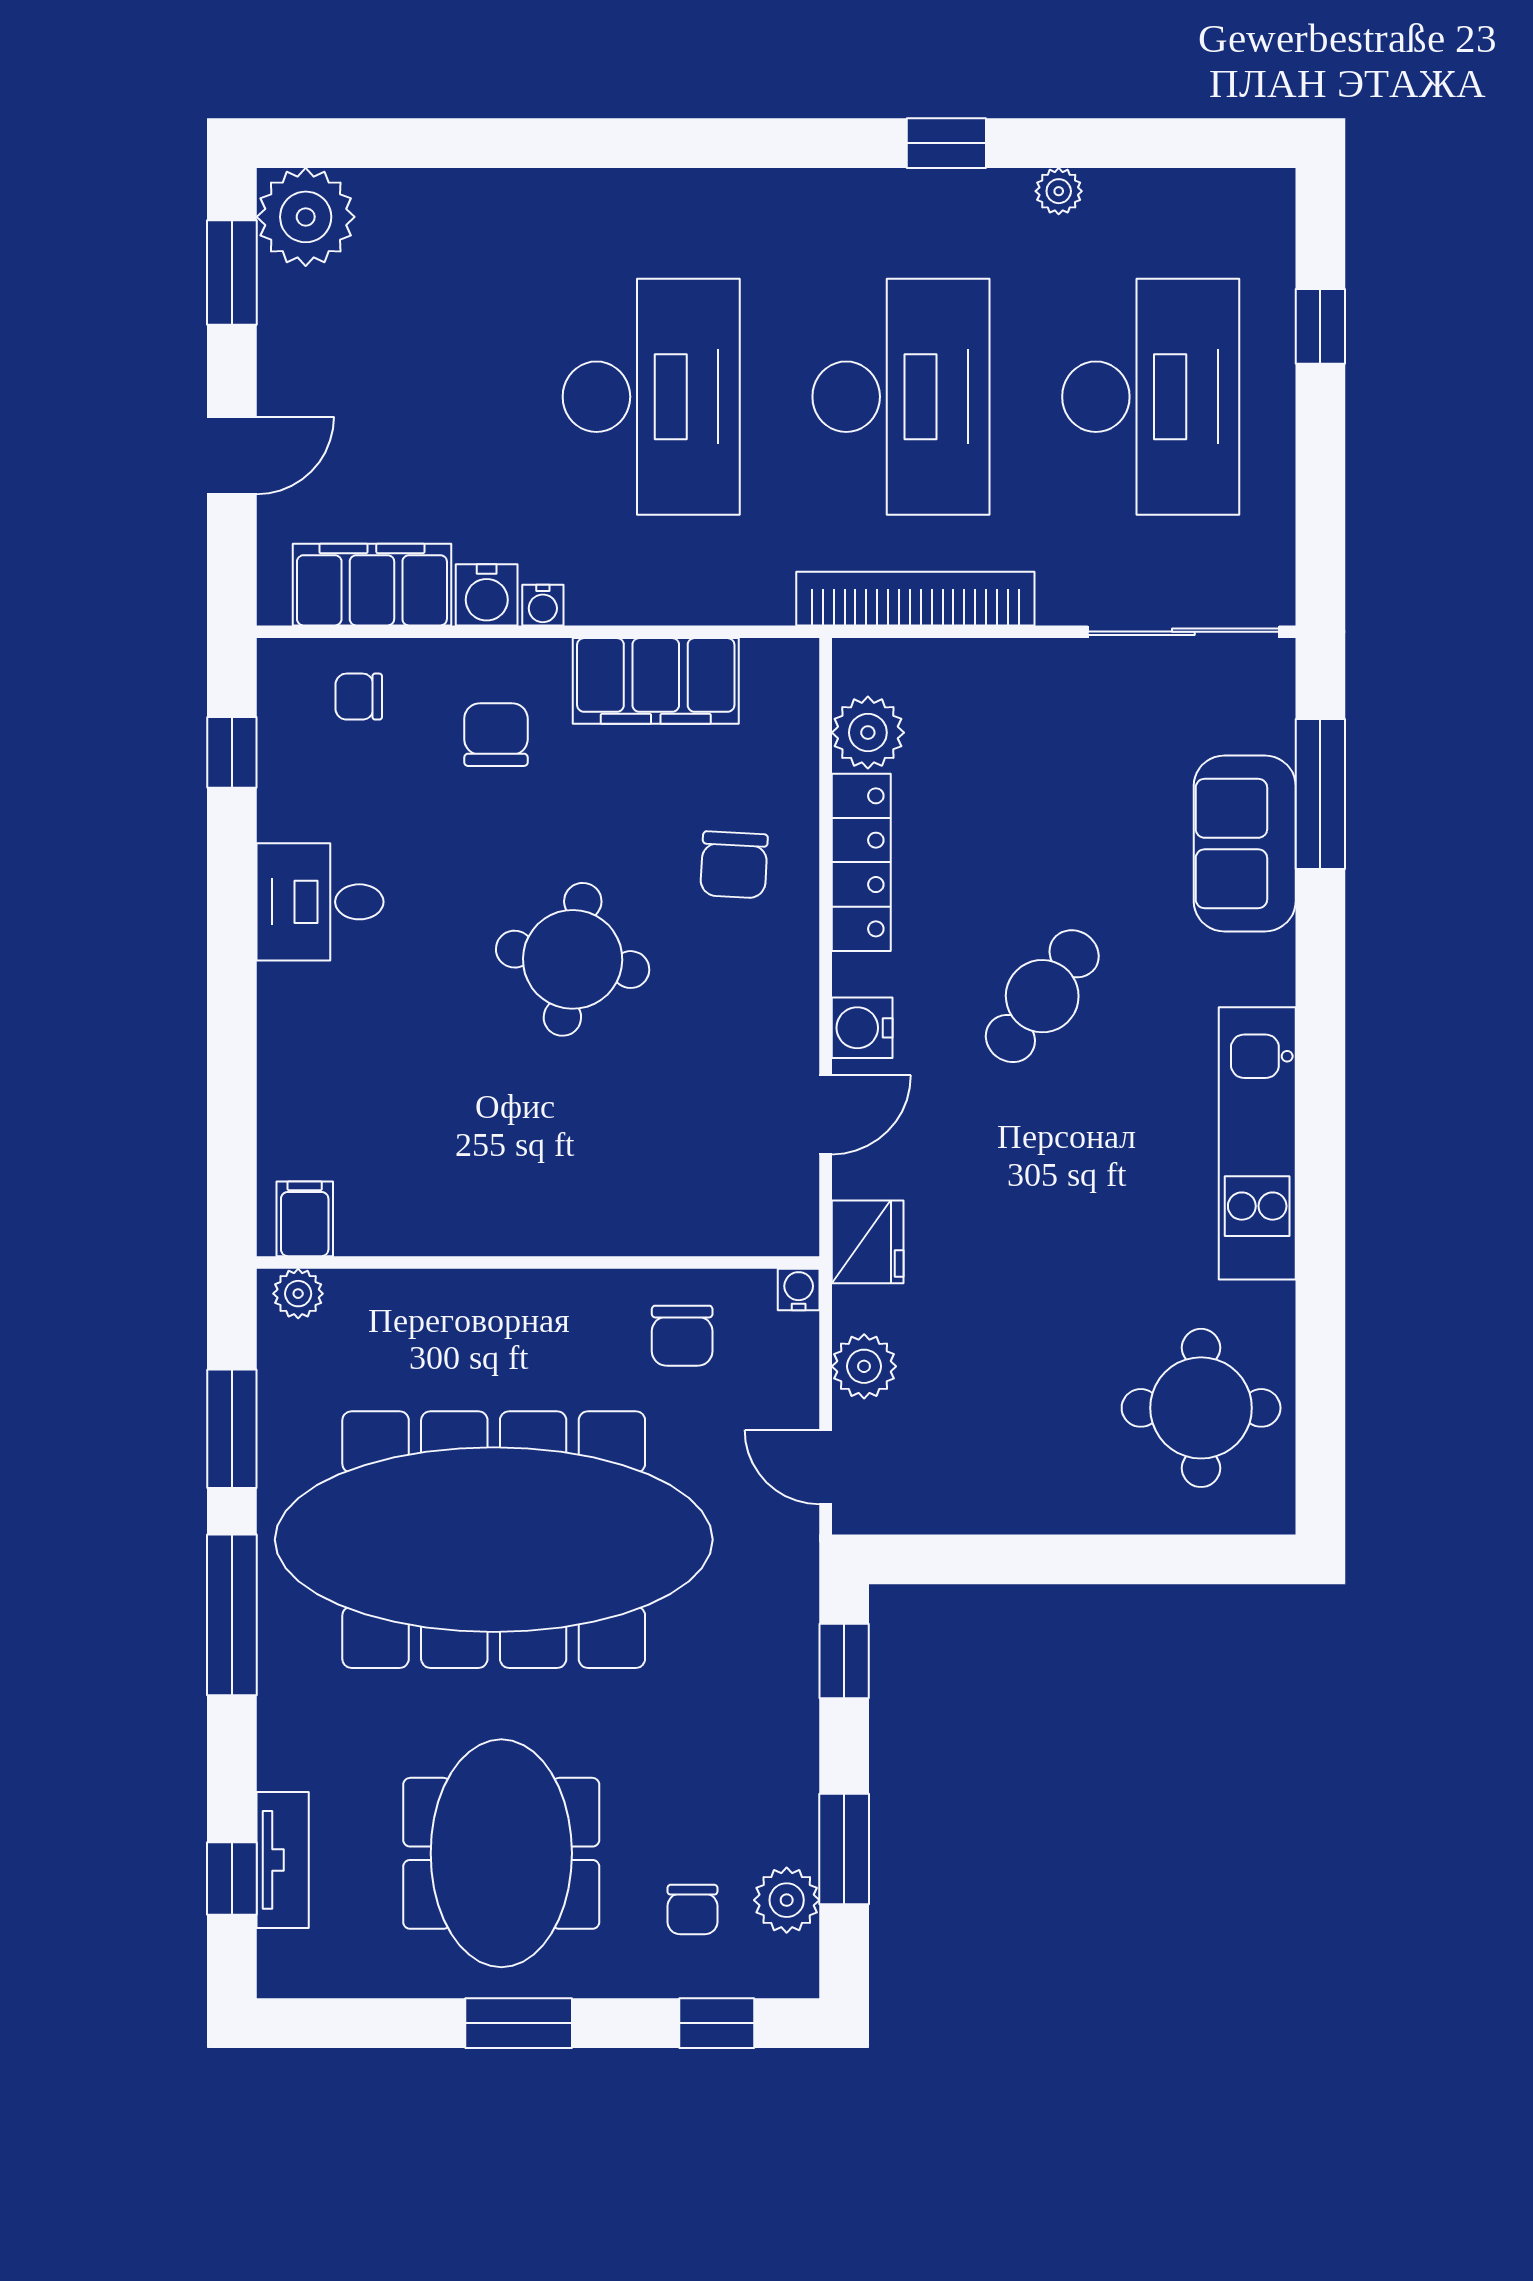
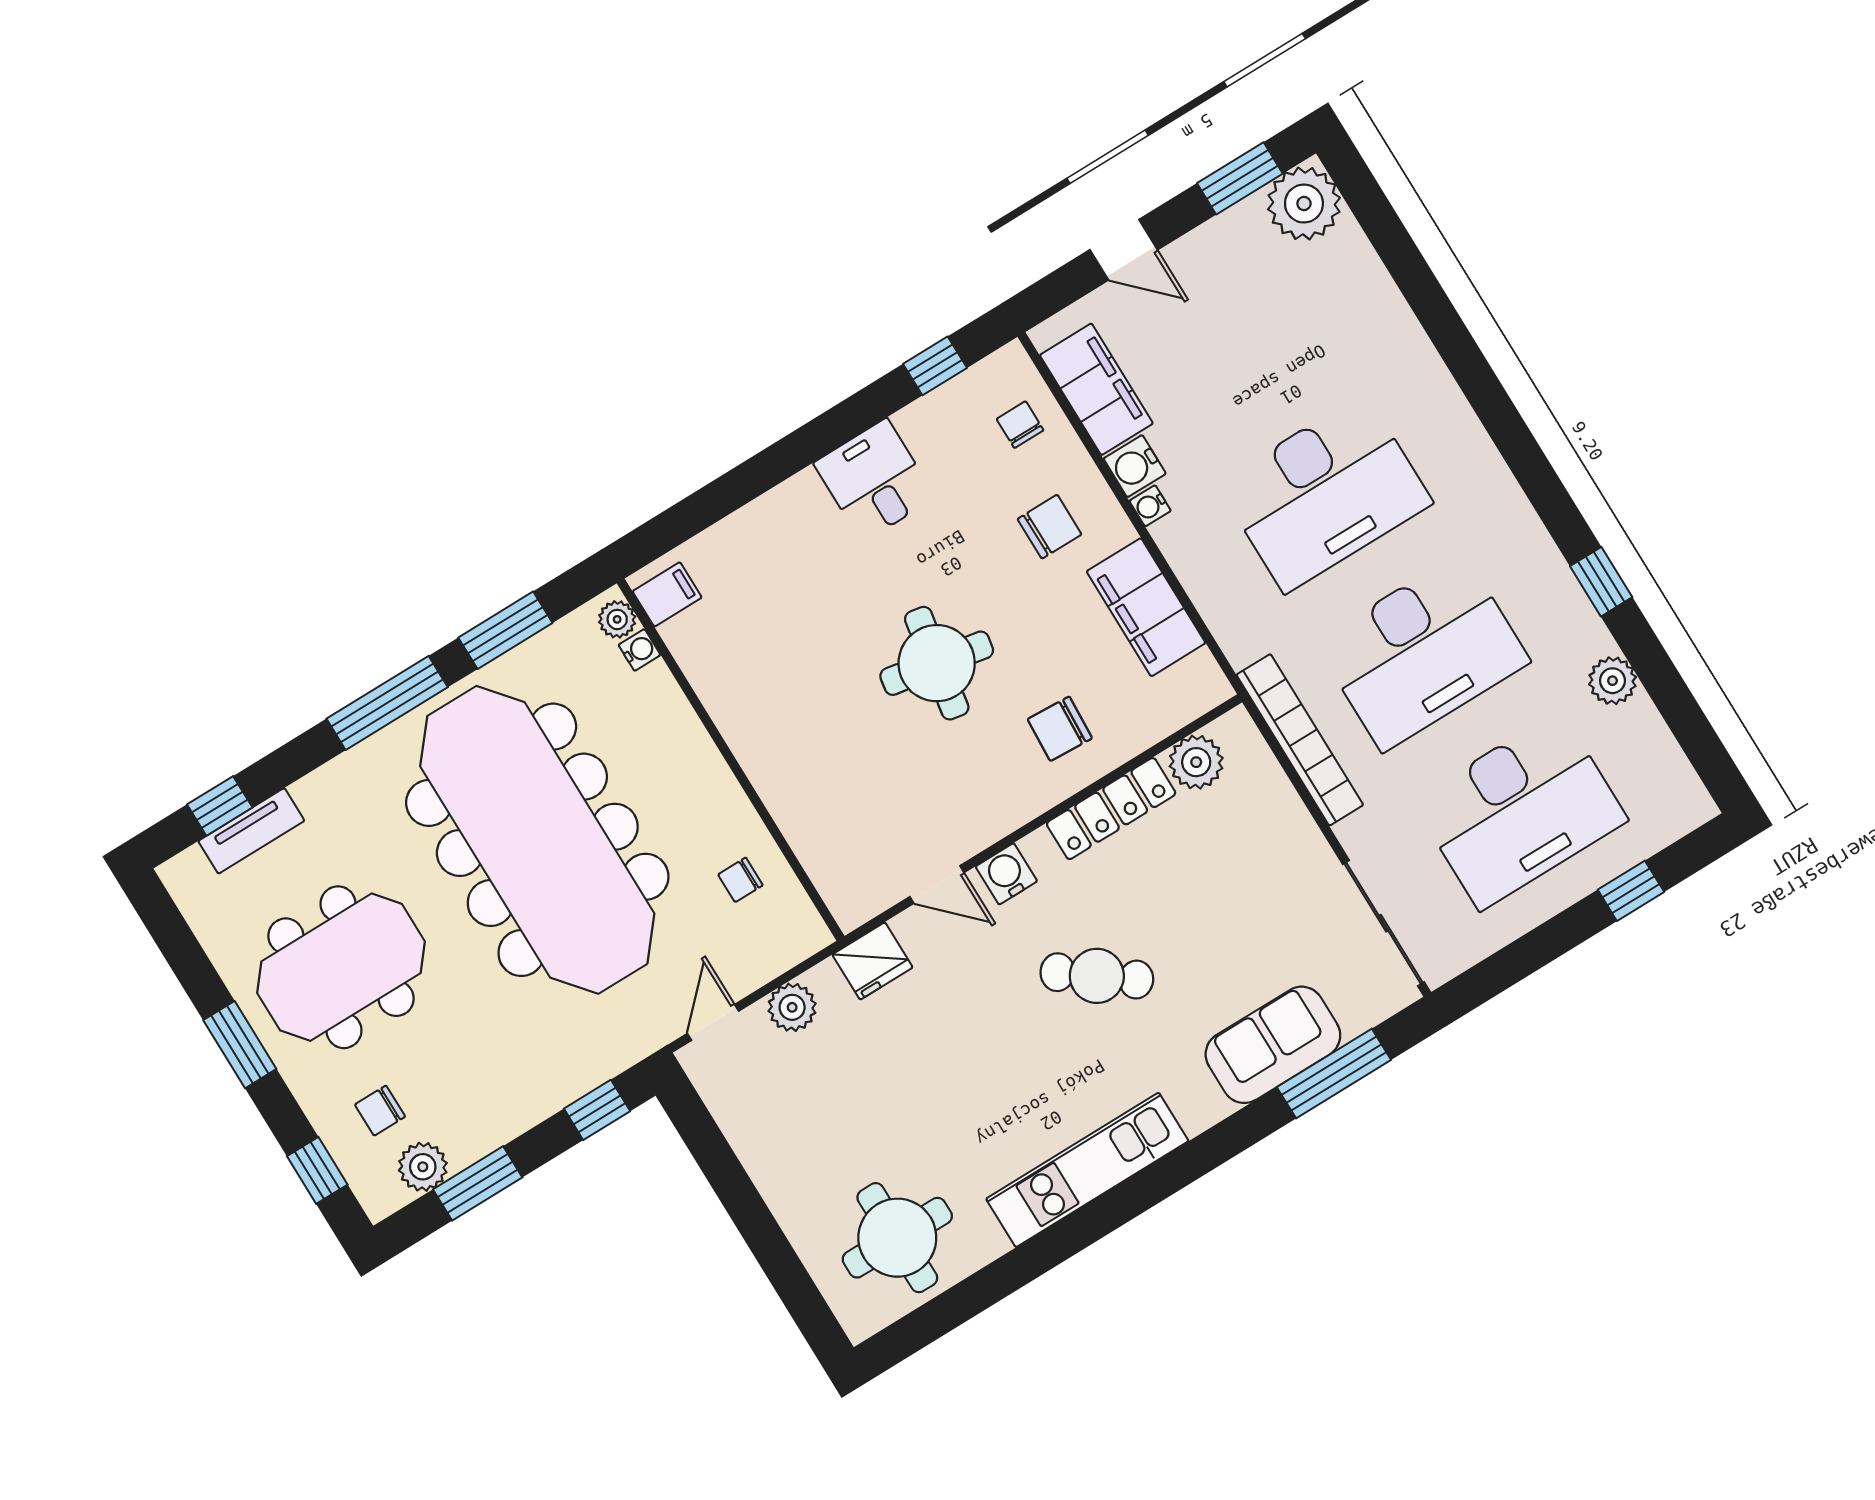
plant: (1059, 191) -> (1612, 681), width x1.38, depth x1.38
water cooler: (799, 1289) -> (639, 650), moved
chair: (682, 1336) -> (740, 880), width x0.73, depth x0.73

